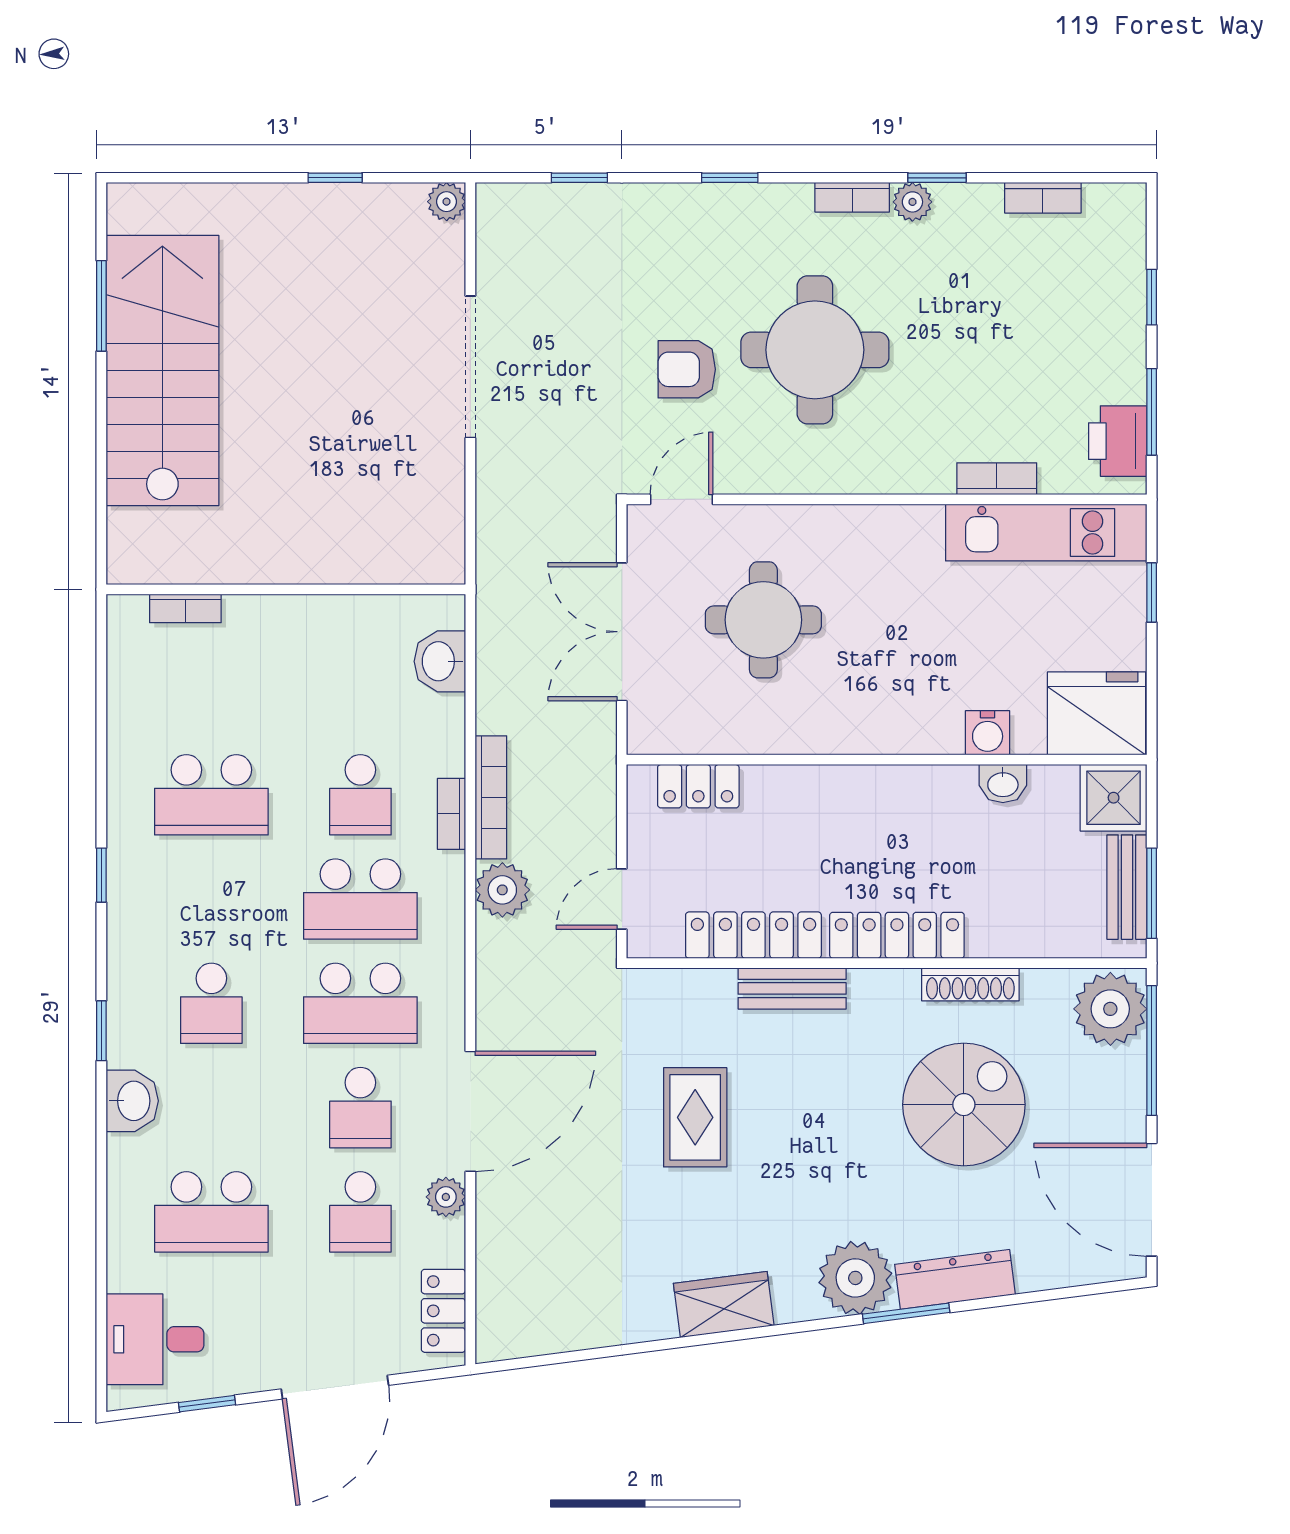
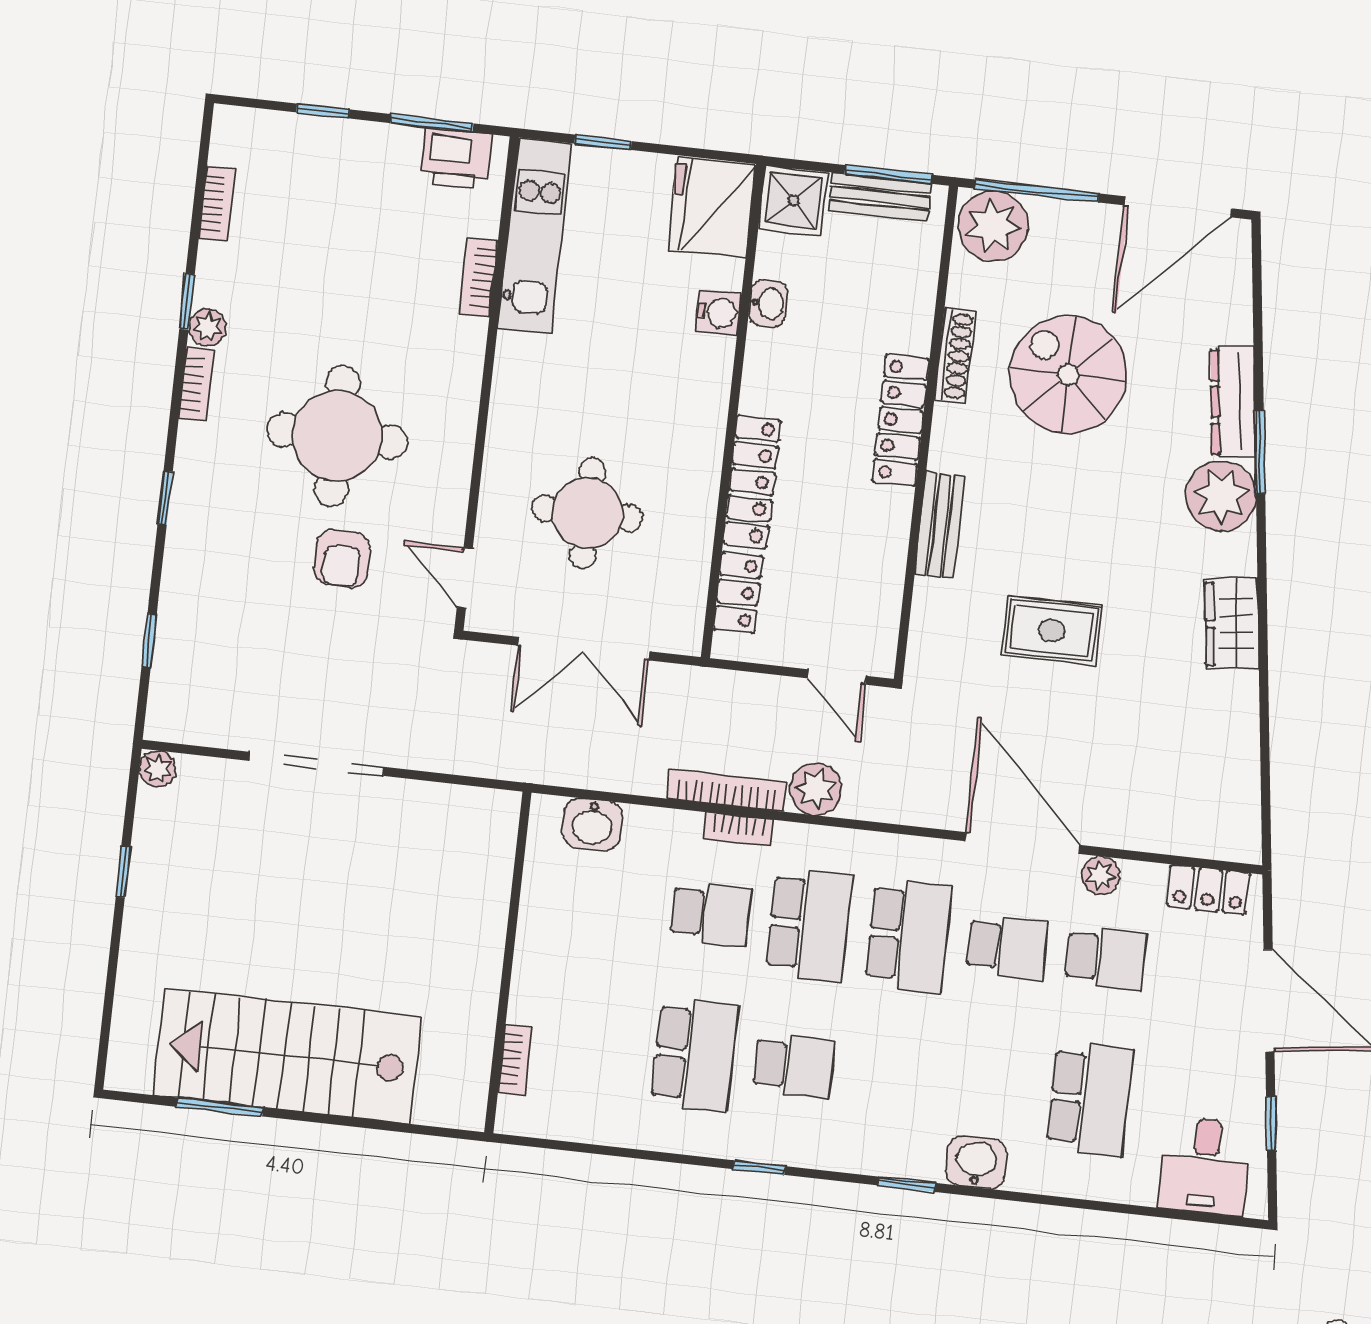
locker: (753, 935) -> (752, 482), moved, turned 180
school desk: (211, 1003) -> (793, 1066), moved

